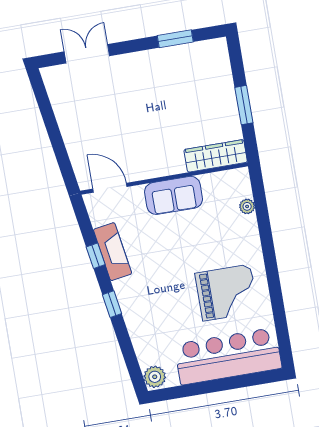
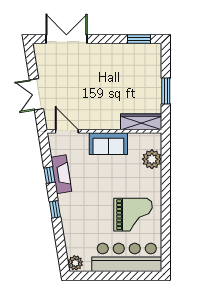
window: (175, 39) -> (139, 39), moved
double door: (87, 54) -> (66, 39), width x1.37
double door: (57, 142) -> (36, 94), added
plant: (247, 206) -> (152, 159), width x1.88, depth x1.88

